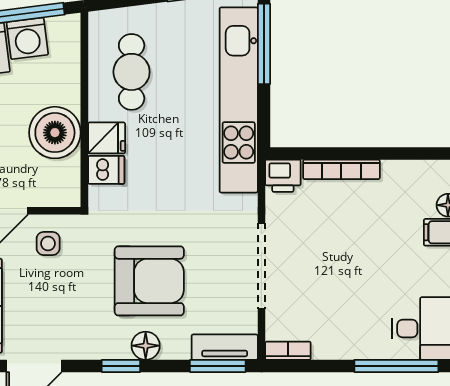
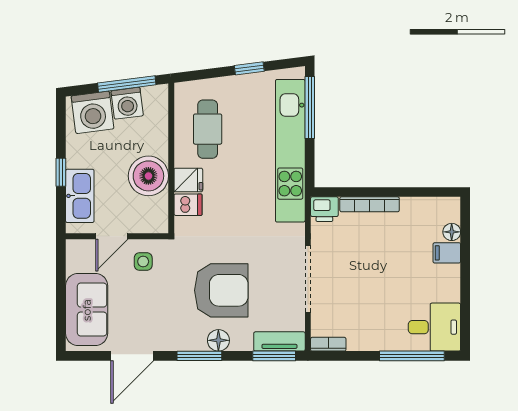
window: (121, 366) -> (199, 356), width x1.50

